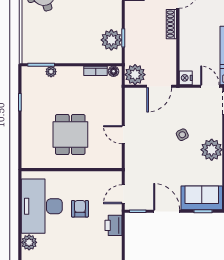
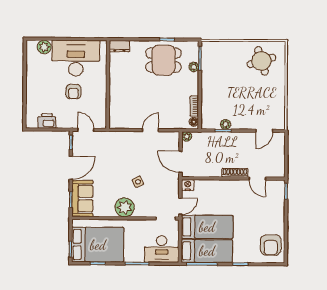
plant: (111, 40) -> (226, 124), width x0.53, depth x0.53
plant: (135, 75) -> (187, 136), width x0.53, depth x0.53
dining table: (70, 134) -> (163, 60), moved
door: (123, 135) -> (150, 130), moved
dresser: (28, 157) -> (119, 46), added
armchair: (80, 209) -> (73, 92), turned 90
printer: (113, 225) -> (47, 121), moved

